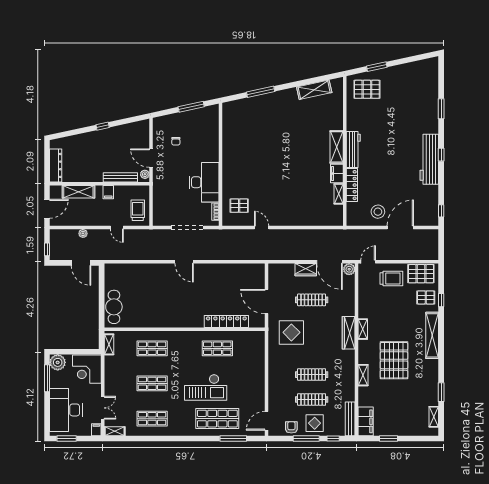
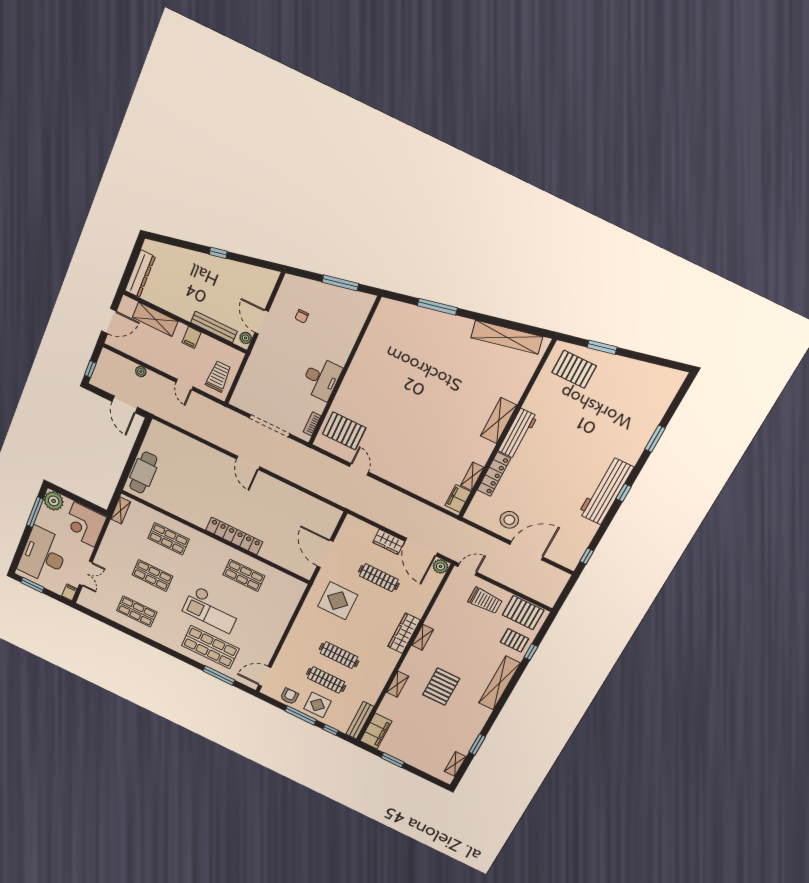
shelving: (314, 90) -> (507, 337), width x1.47
filing cabinet: (337, 173) -> (458, 499), moved
desk: (204, 182) -> (321, 379), width x0.73, depth x0.77
pallet: (239, 206) -> (344, 431), width x1.50, depth x1.42
locker: (226, 322) -> (234, 536), moved
pallet: (394, 360) -> (441, 687), width x0.73, depth x0.71
shelving: (115, 431) -> (89, 604), removed

